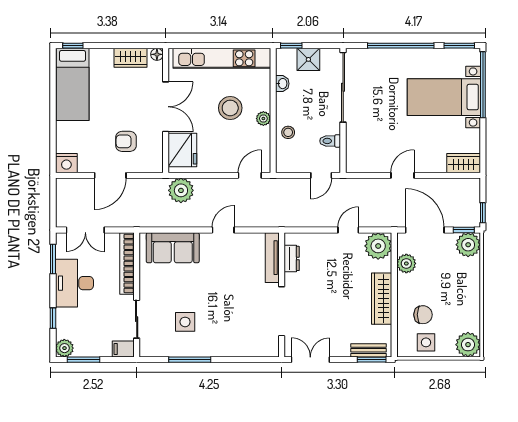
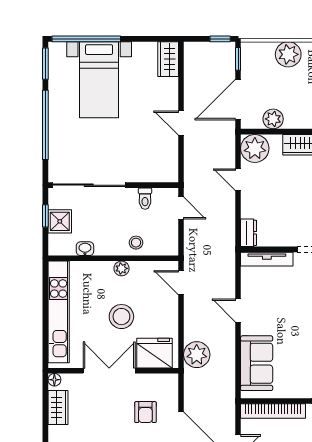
window: (291, 46) -> (45, 216), moved
stool: (230, 108) -> (121, 317), moved
plant: (468, 245) -> (288, 54), moved
dresser: (292, 258) -> (249, 233), moved, turned 90

